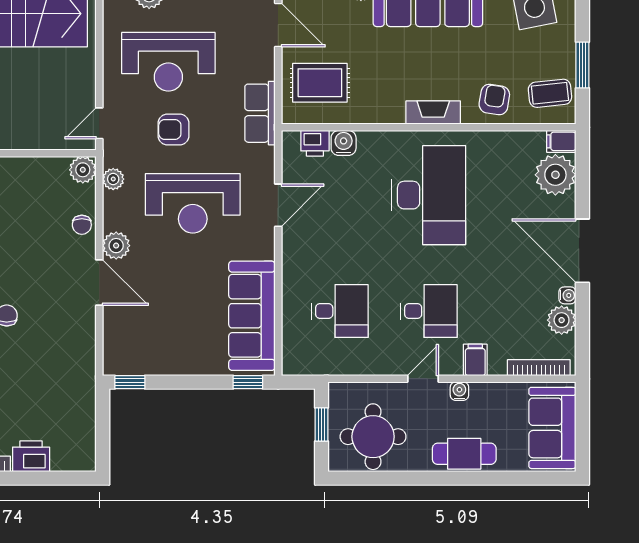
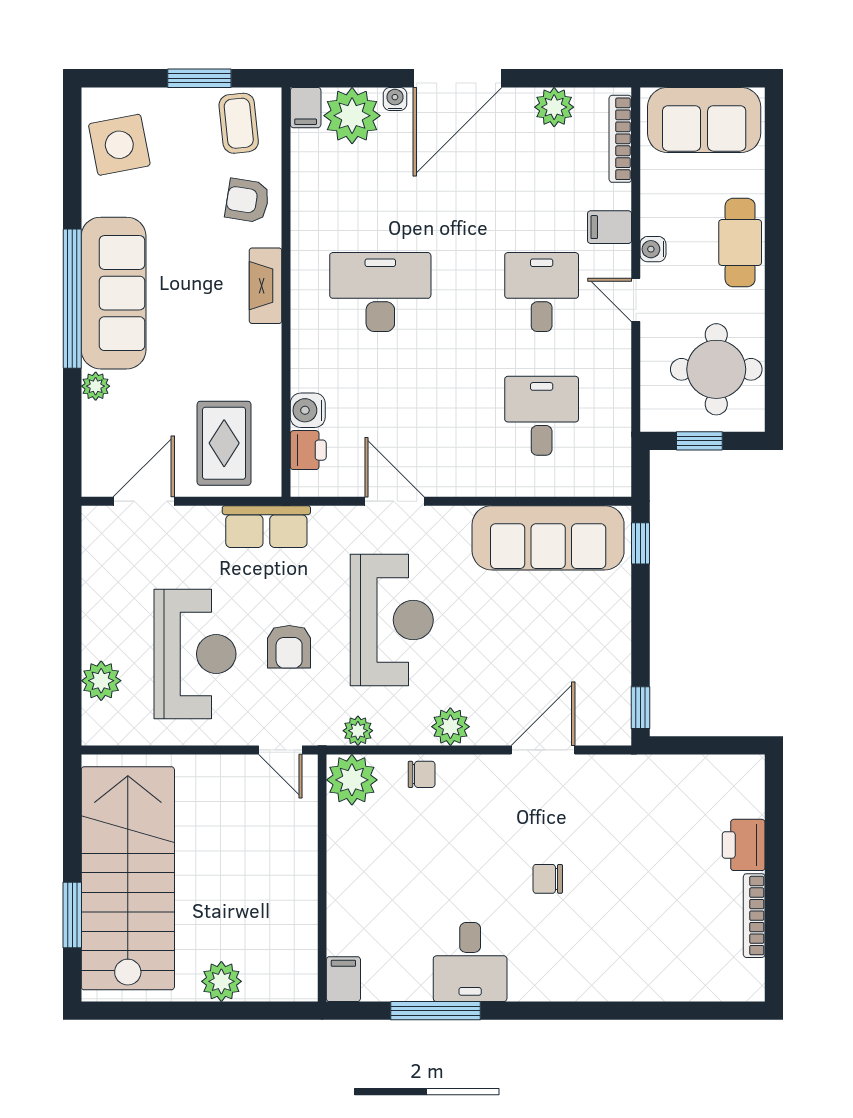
plant: (83, 170) -> (352, 780), width x1.36, depth x1.36
desk: (429, 195) -> (380, 292), width x0.73, depth x0.77
door: (99, 283) -> (543, 750), moved
water cooler: (567, 295) -> (395, 99), moved

